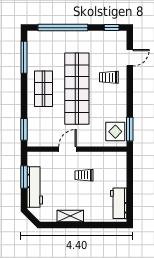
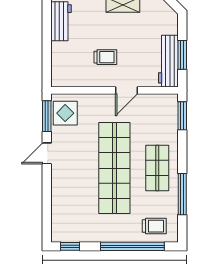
window: (24, 57) -> (182, 194), moved
door: (130, 58) -> (47, 153), moved
trolley: (109, 77) -> (154, 226), moved
workbench: (35, 187) -> (168, 61), moved

